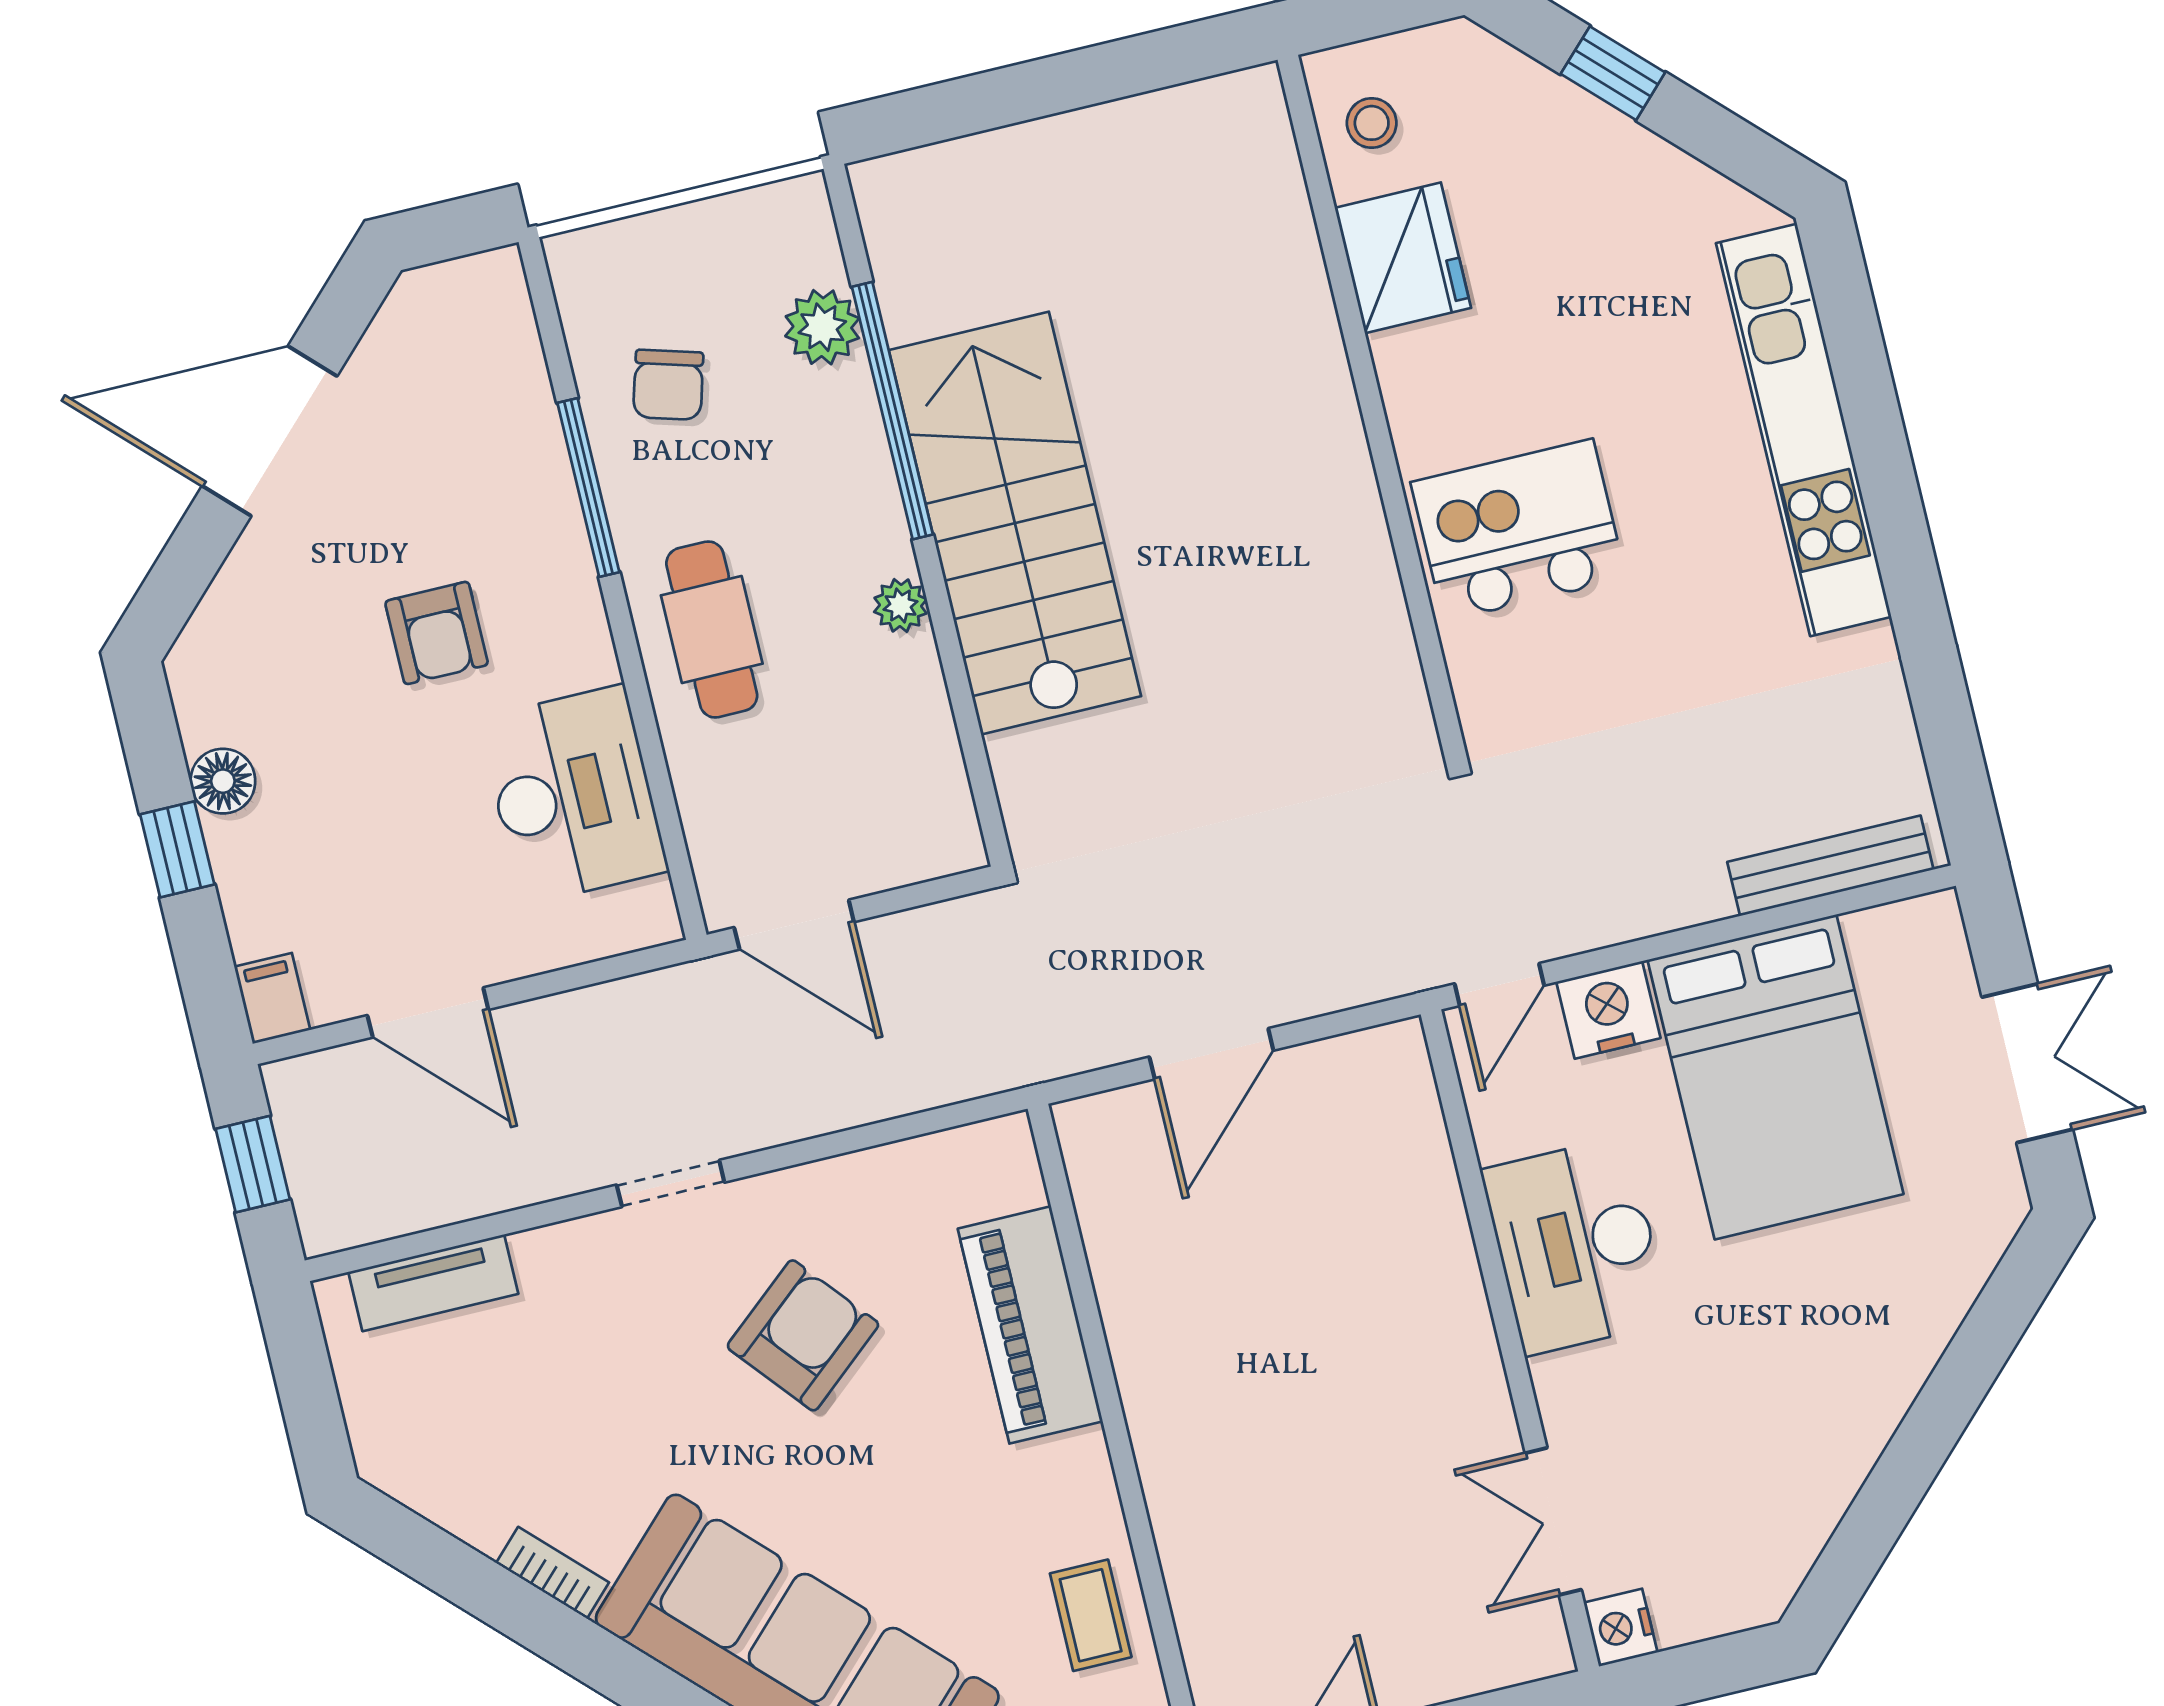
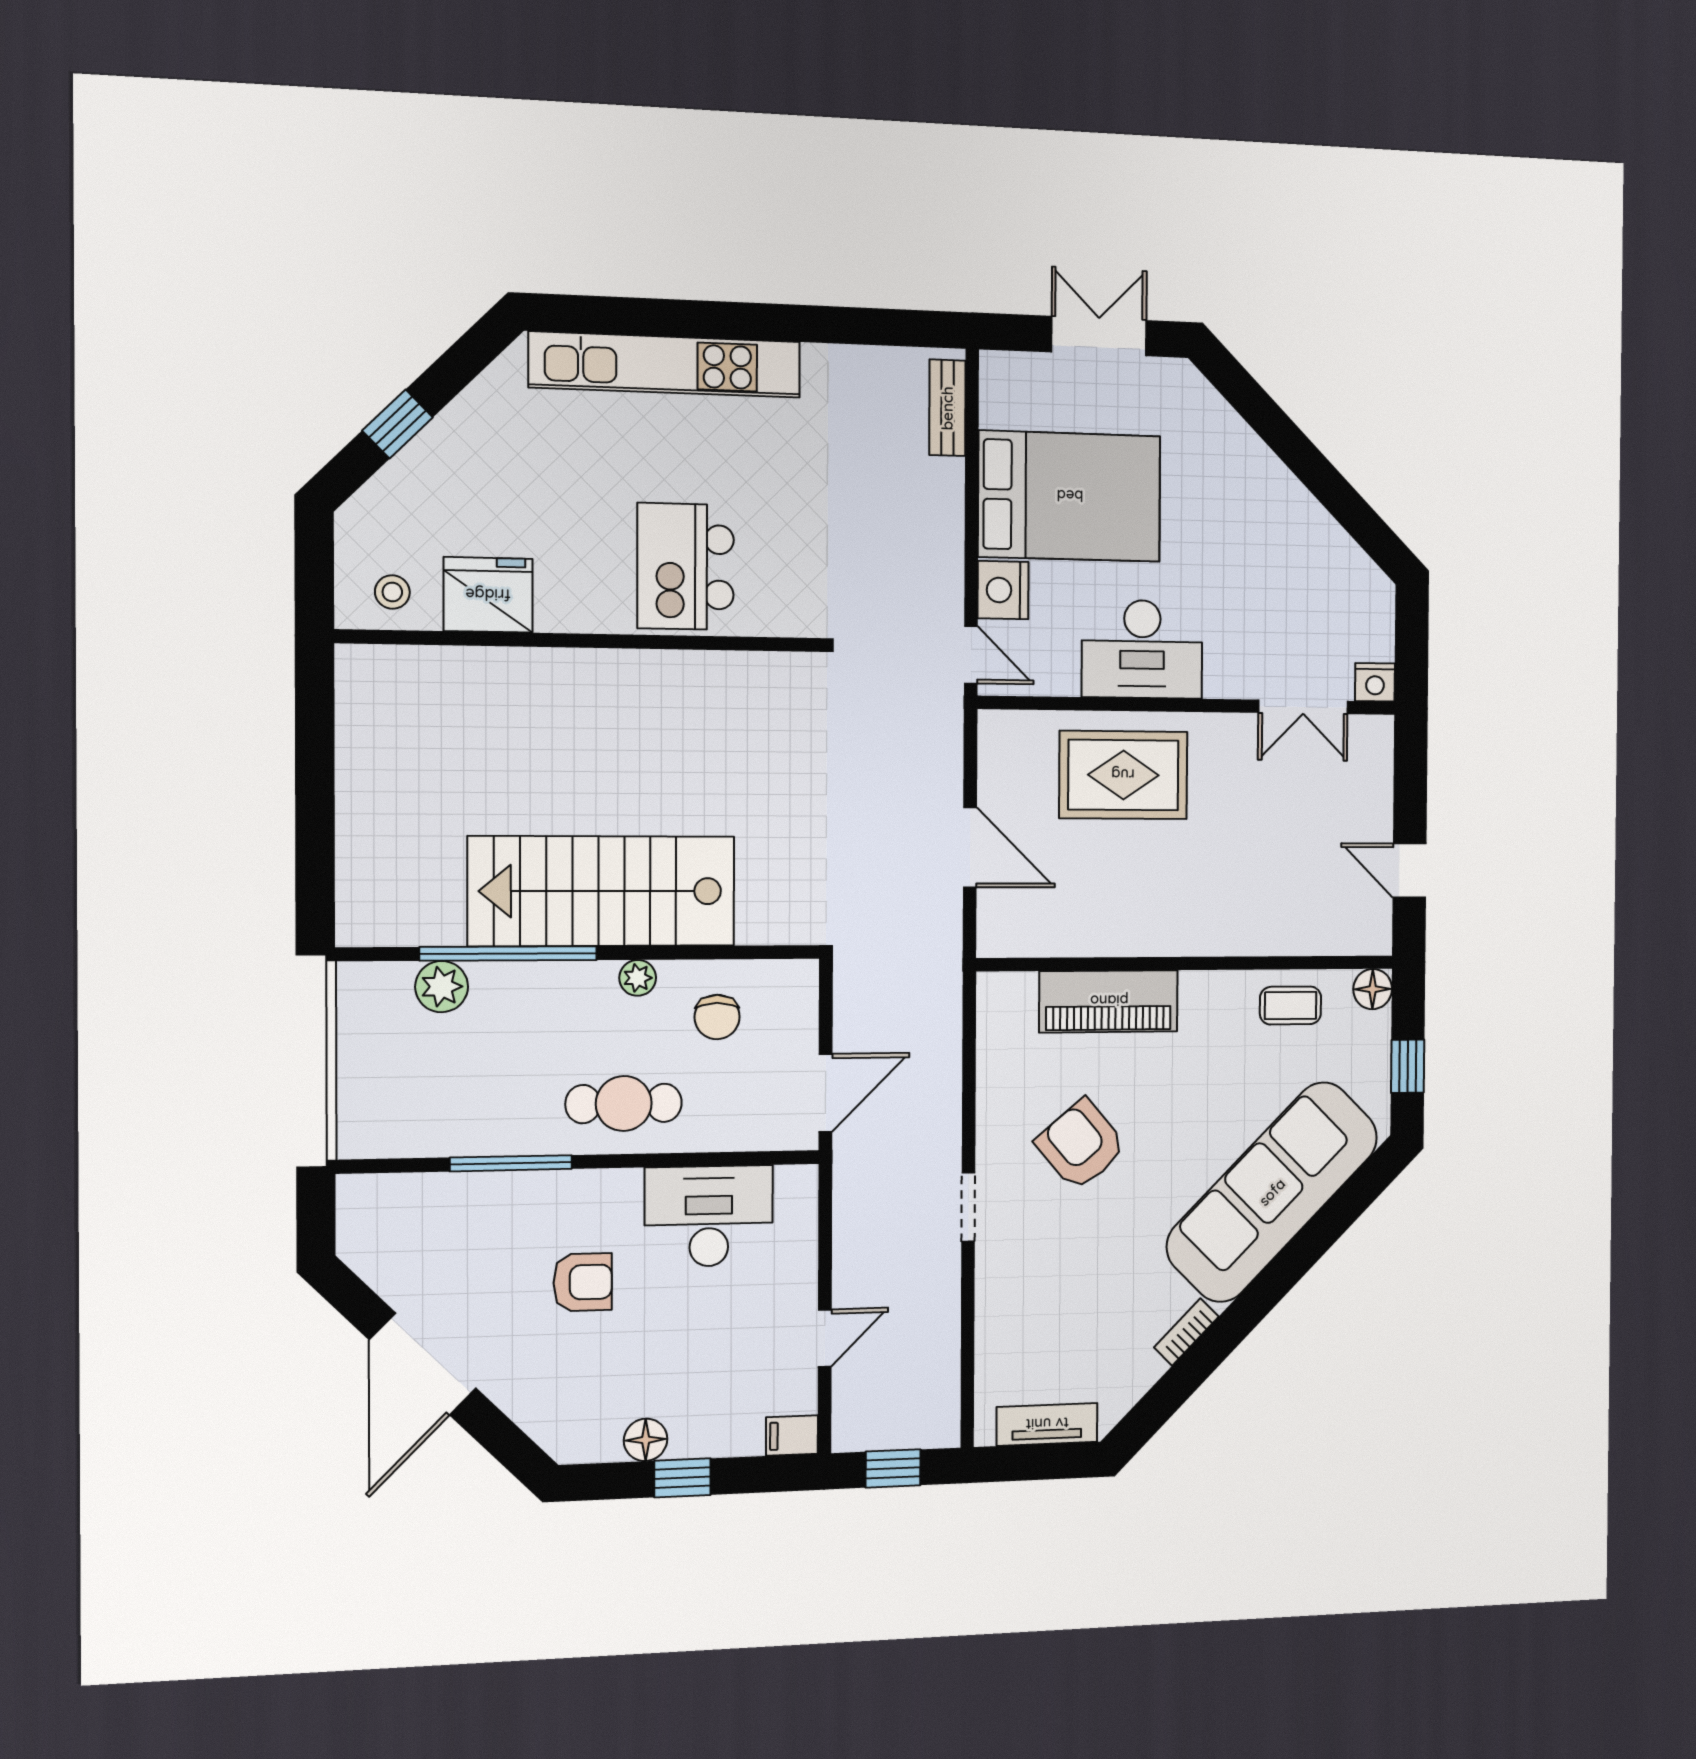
chair: (668, 385) -> (717, 1017), moved, turned 74
bench: (1830, 866) -> (947, 408), width x0.73
door: (428, 1013) -> (825, 1338), width x0.73
rug: (1378, 1264) -> (1123, 775), added
tv unit: (433, 1283) -> (1047, 1424), moved, turned -90

